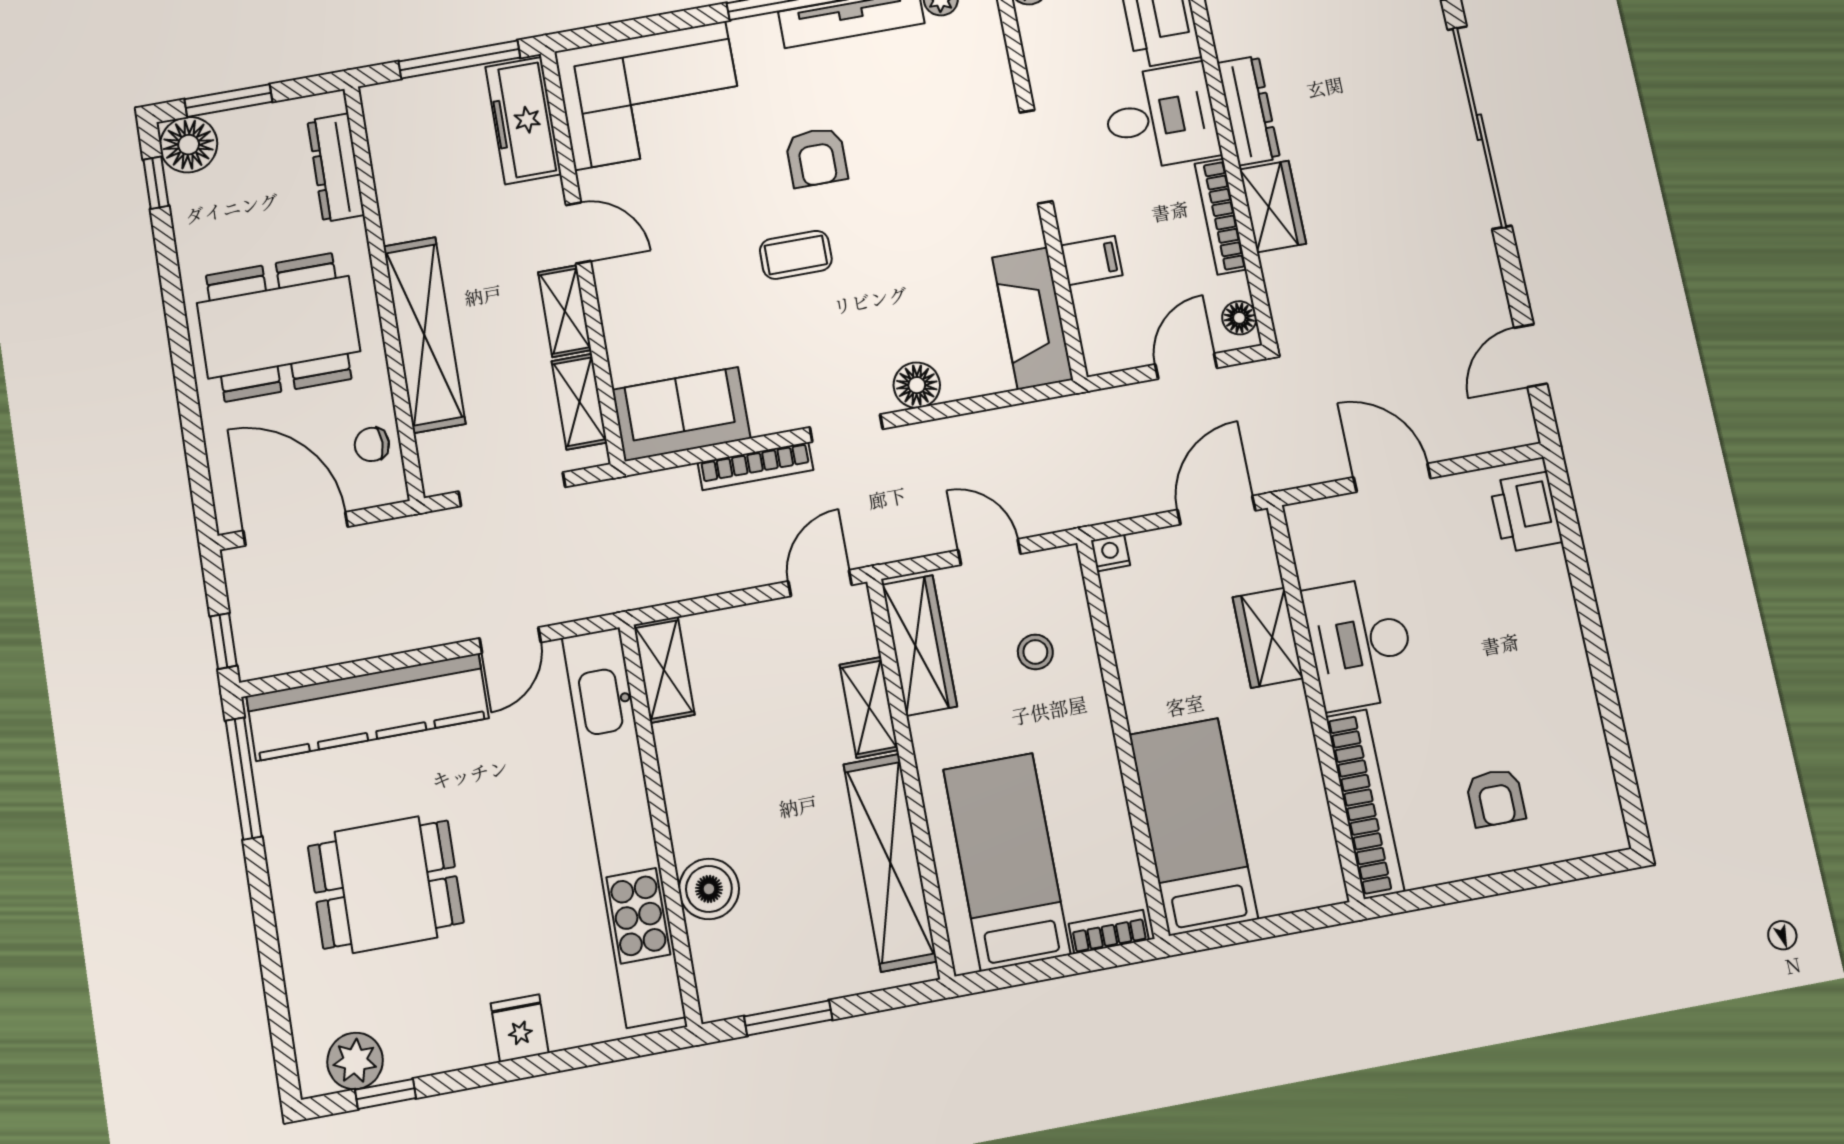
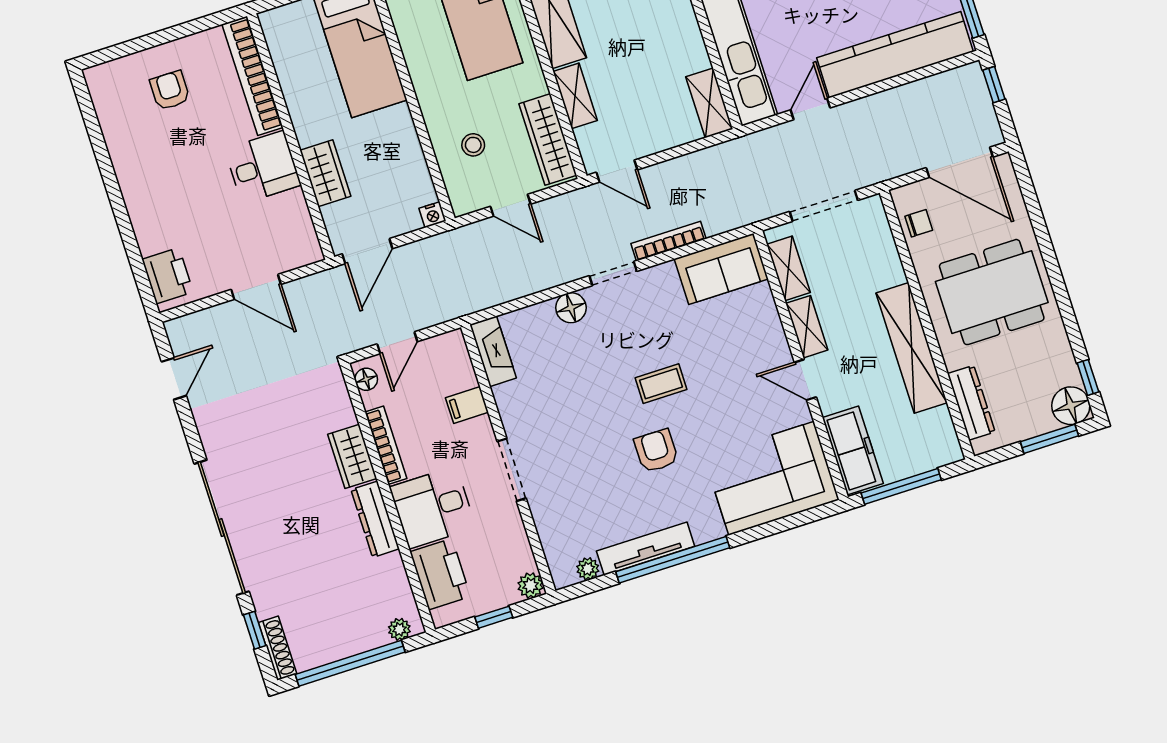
fireplace: (1033, 318) -> (493, 351), width x0.73, depth x0.76
shelving: (424, 335) -> (912, 348), moved
door: (820, 583) -> (617, 171), hinge flipped
desk: (1360, 643) -> (263, 167), width x0.73

